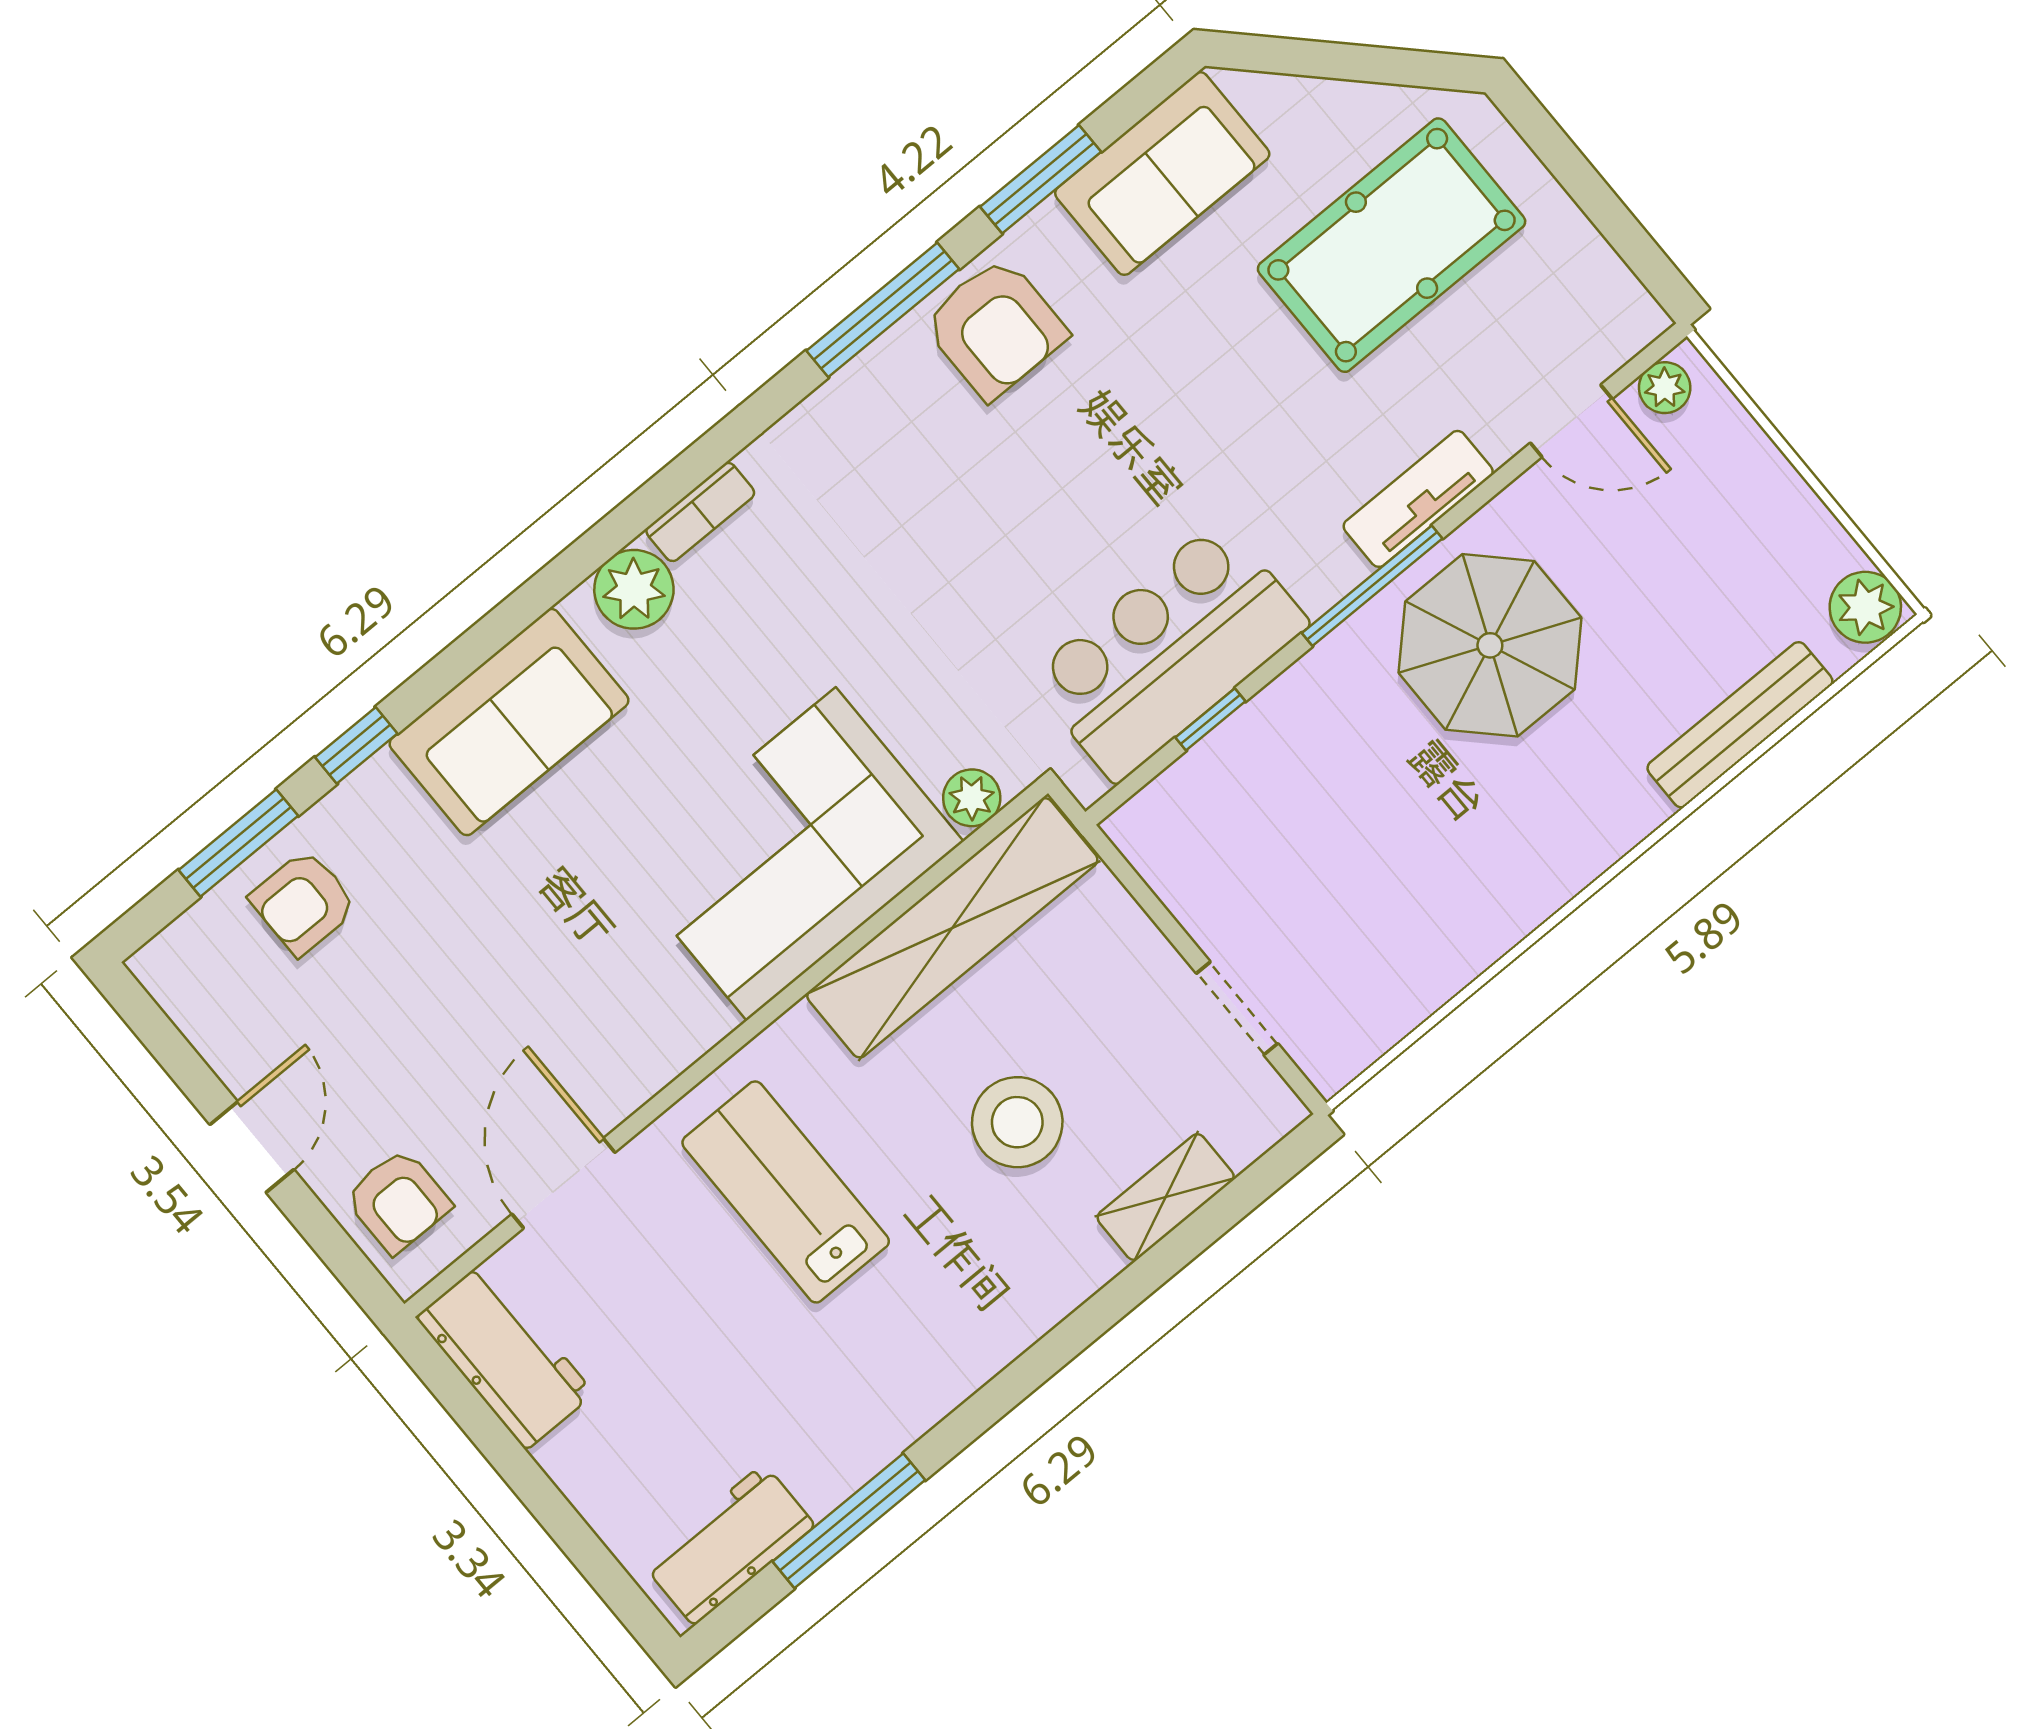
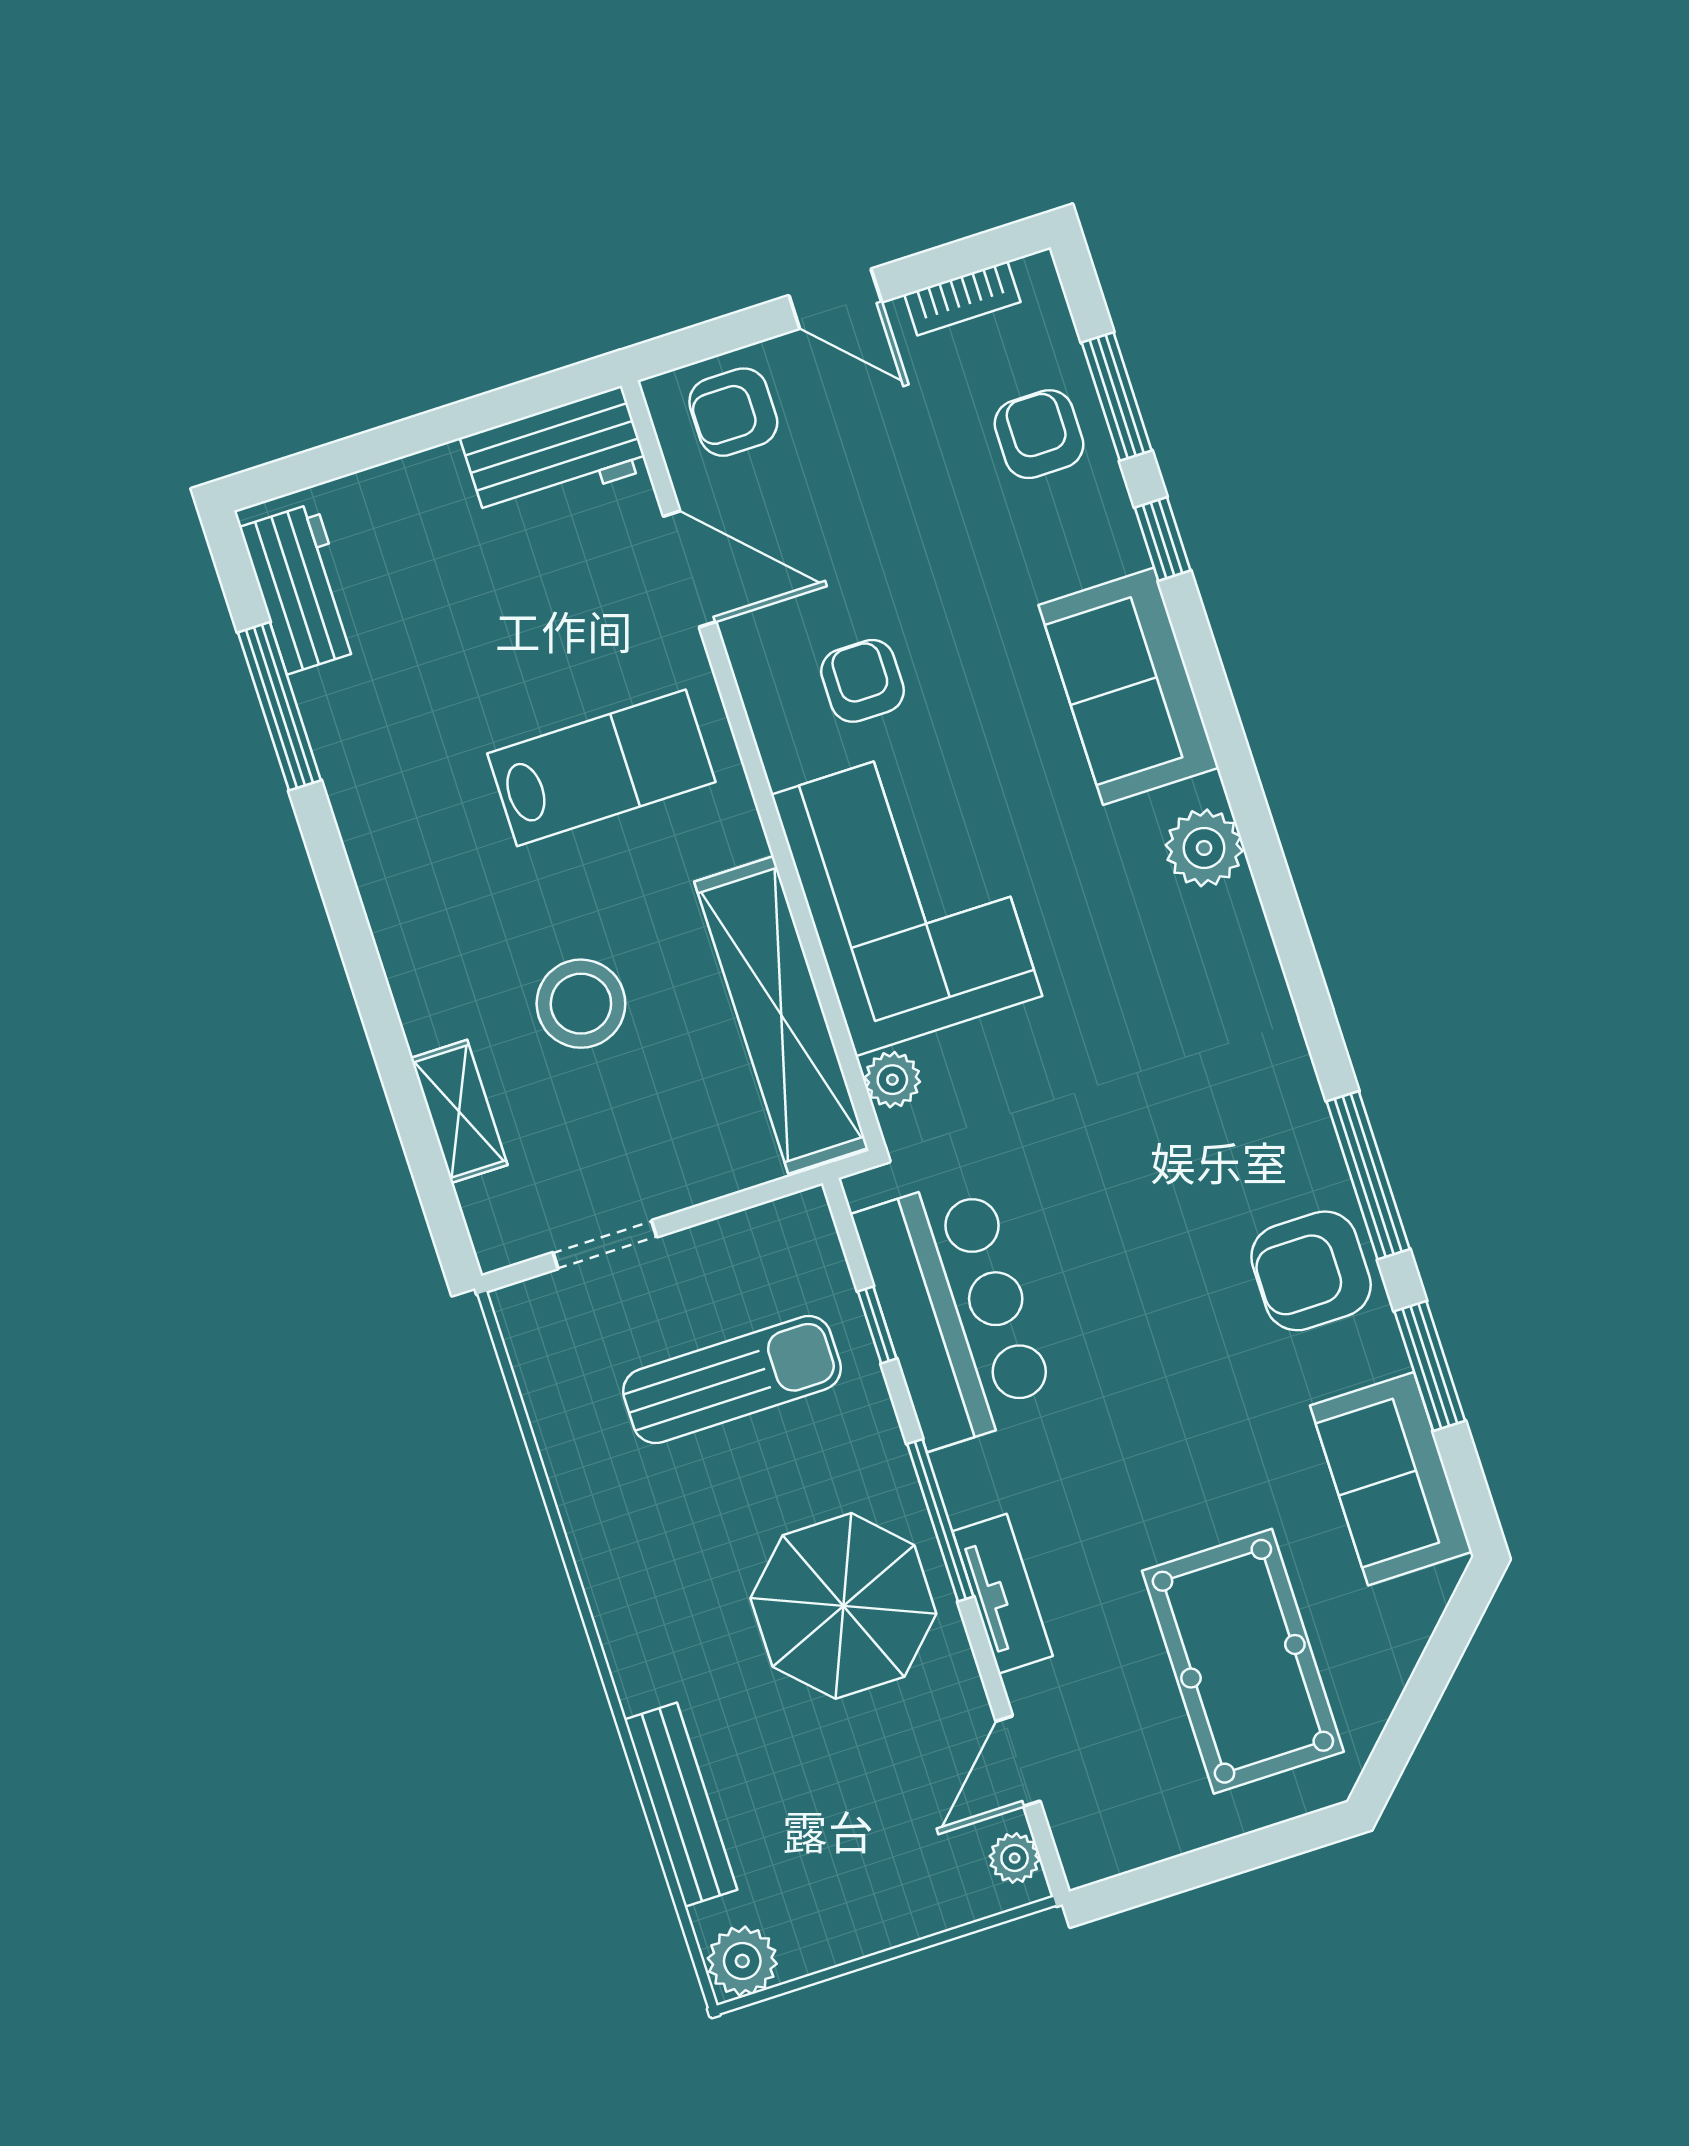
bookcase: (700, 512) -> (962, 298), moved, turned -90
sun lounger: (1317, 837) -> (732, 1380), added
armchair: (604, 977) -> (863, 681), added

